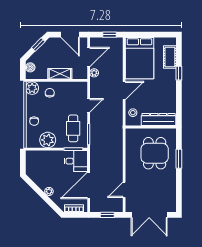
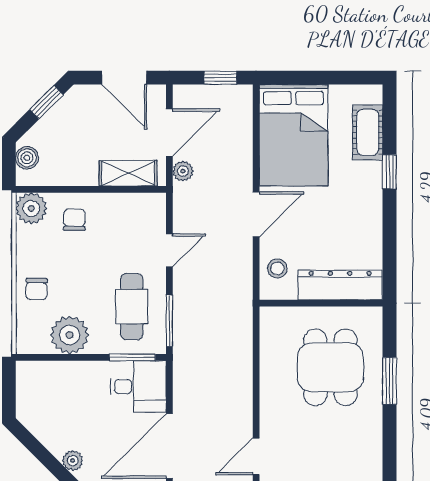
shelving: (60, 74) -> (128, 173), moved

